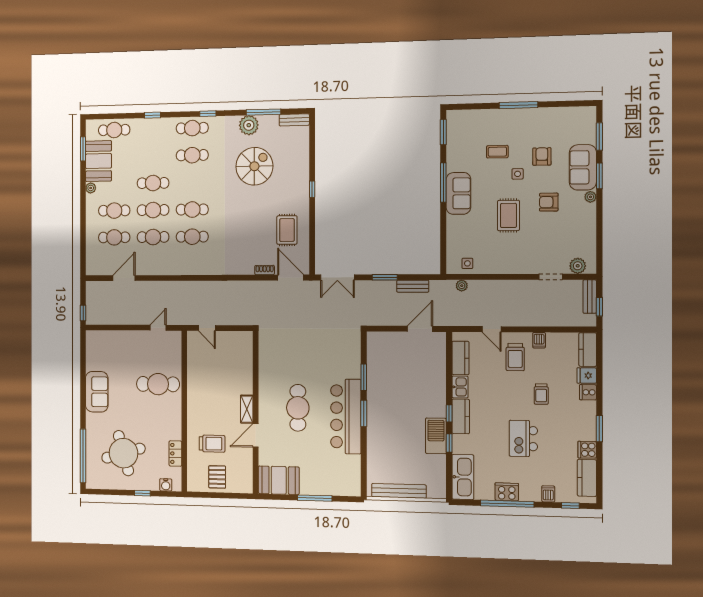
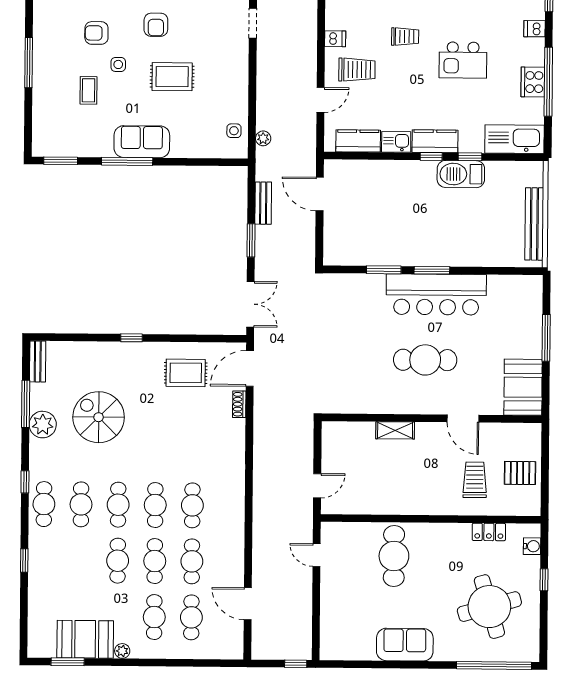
cafe table: (114, 130) -> (118, 505), moved
shelving: (247, 409) -> (395, 430), moved

